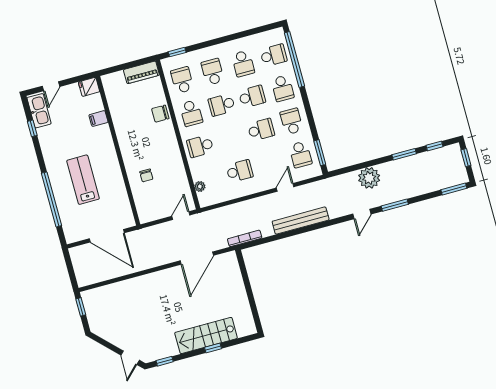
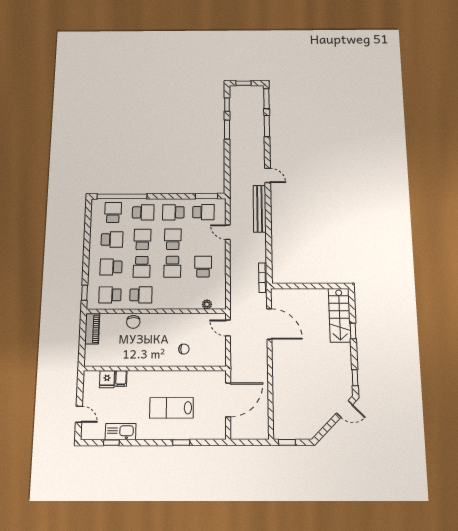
fridge: (89, 87) -> (107, 379), moved
kitchen sink: (39, 111) -> (121, 432), moved
school desk: (200, 146) -> (172, 267), moved
plant: (369, 178) -> (239, 162), removed
window: (52, 199) -> (181, 442), width x0.32
window: (395, 205) -> (267, 126), moved
bench: (301, 221) -> (260, 209), moved
stairs: (206, 335) -> (340, 315), moved

